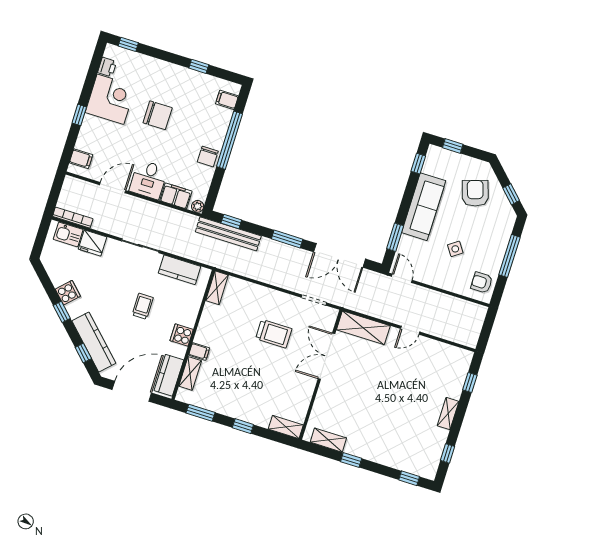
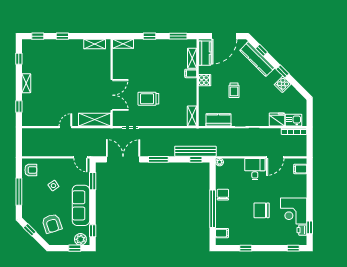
window: (79, 115) -> (310, 227), moved
plant: (440, 157) -> (80, 239), added
filing cabinet: (176, 196) -> (235, 164), removed
window: (351, 460) -> (62, 36), moved

